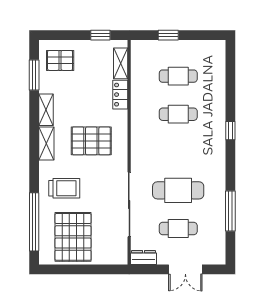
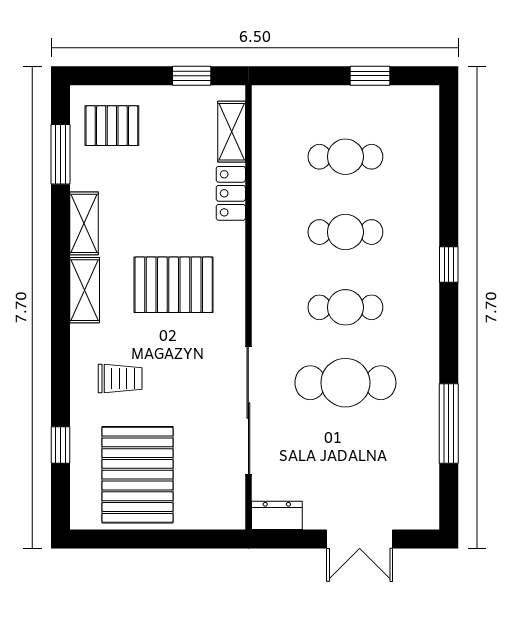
window: (168, 35) -> (370, 76), moved
trolley: (64, 188) -> (120, 379), width x0.73, depth x0.72
window: (34, 222) -> (61, 445), width x0.32
cafe table: (178, 228) -> (345, 307), moved

